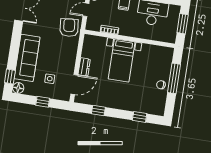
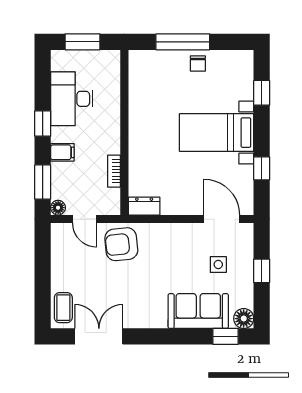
sofa: (27, 58) -> (198, 311), width x0.73
bed with nightstands: (122, 60) -> (217, 133), moved, turned 180
dresser: (84, 67) -> (144, 206), moved

